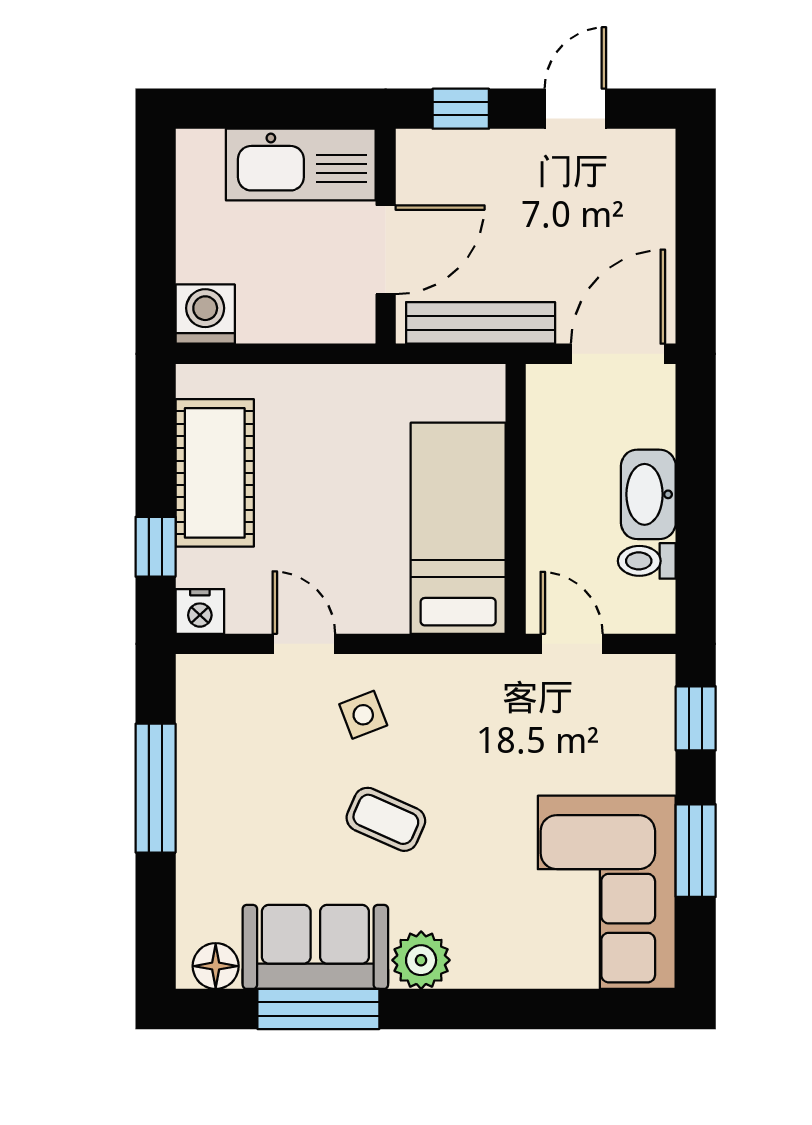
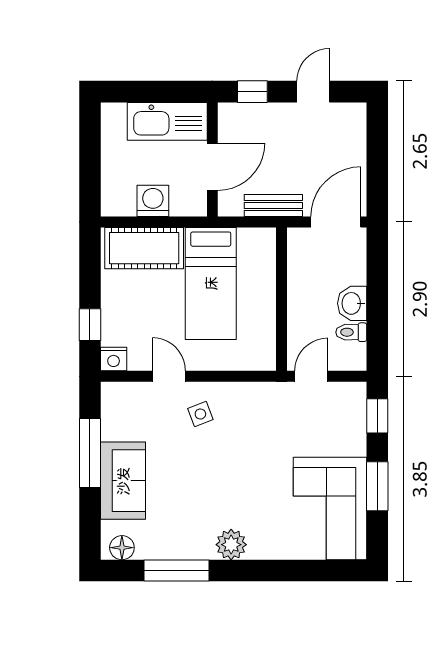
washing machine: (205, 314) -> (153, 201), moved
bench: (481, 323) -> (273, 206), width x0.73
cot: (215, 473) -> (144, 248), moved, turned 90
washbasin: (648, 494) -> (352, 303), width x0.72
bed: (458, 528) -> (211, 283), moved, turned 180
door: (572, 644) -> (311, 376), hinge flipped
coffee table: (386, 819) -> (212, 470), removed
sofa: (315, 947) -> (123, 481), moved, turned 90

